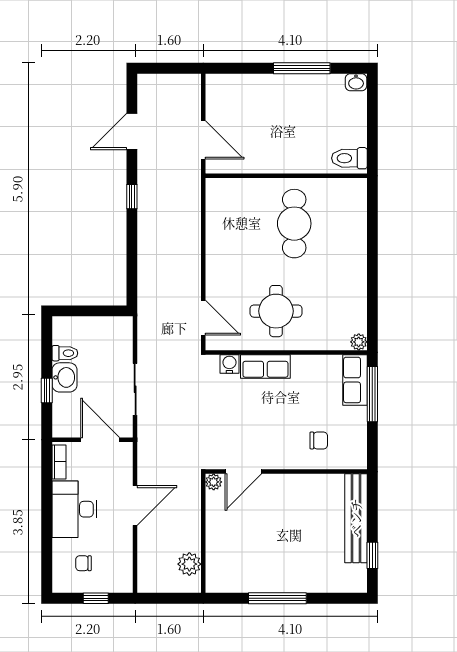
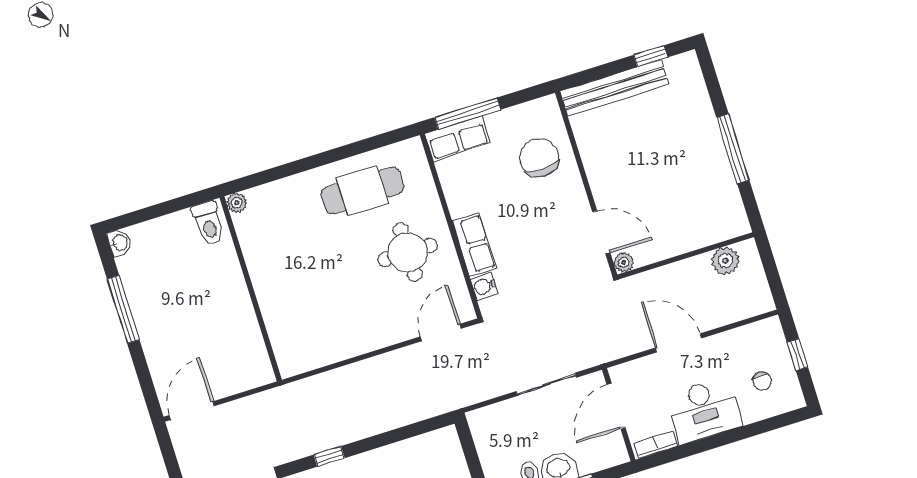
door: (203, 140) -> (192, 411), moved
cafe table: (294, 224) -> (363, 190), moved
plant: (359, 342) -> (237, 203), moved
chair: (319, 440) -> (539, 158), width x1.87, depth x1.87

